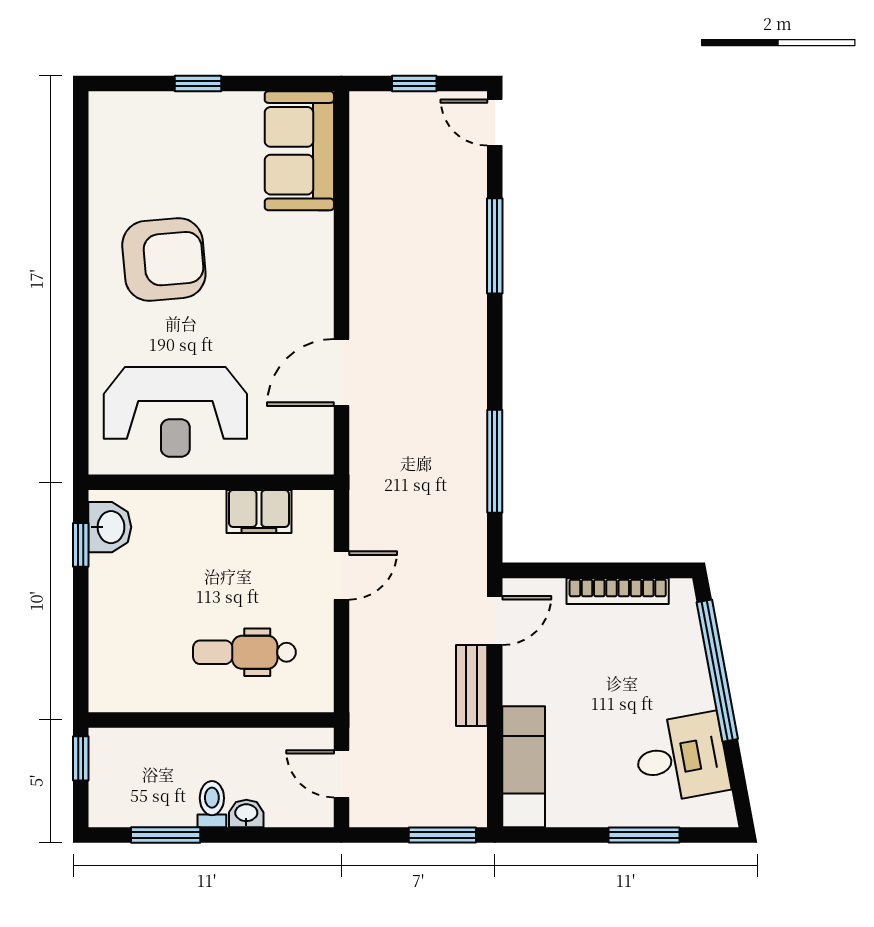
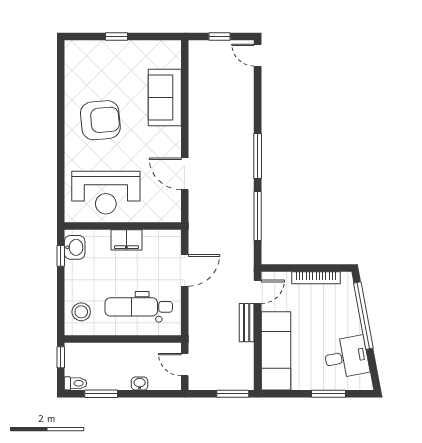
sofa: (299, 151) -> (165, 98), moved
window: (495, 246) -> (258, 156), moved
door: (341, 372) -> (185, 174), hinge flipped
filing cabinet: (259, 512) -> (126, 240), moved
door: (341, 576) -> (185, 270), width x1.38
dental chair: (244, 652) -> (139, 307), width x1.36, depth x1.38
stool: (124, 663) -> (81, 312), added
exam couch: (524, 767) -> (276, 351), width x1.36, depth x1.45
toilet: (212, 804) -> (75, 383), moved, turned 90

